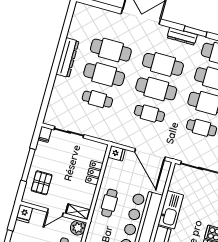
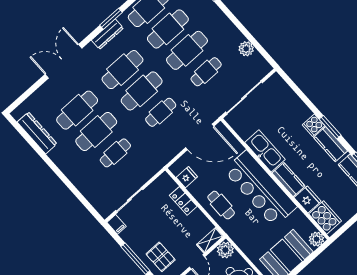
dresser: (67, 58) -> (37, 133), moved
fridge: (117, 153) -> (187, 177), moved

